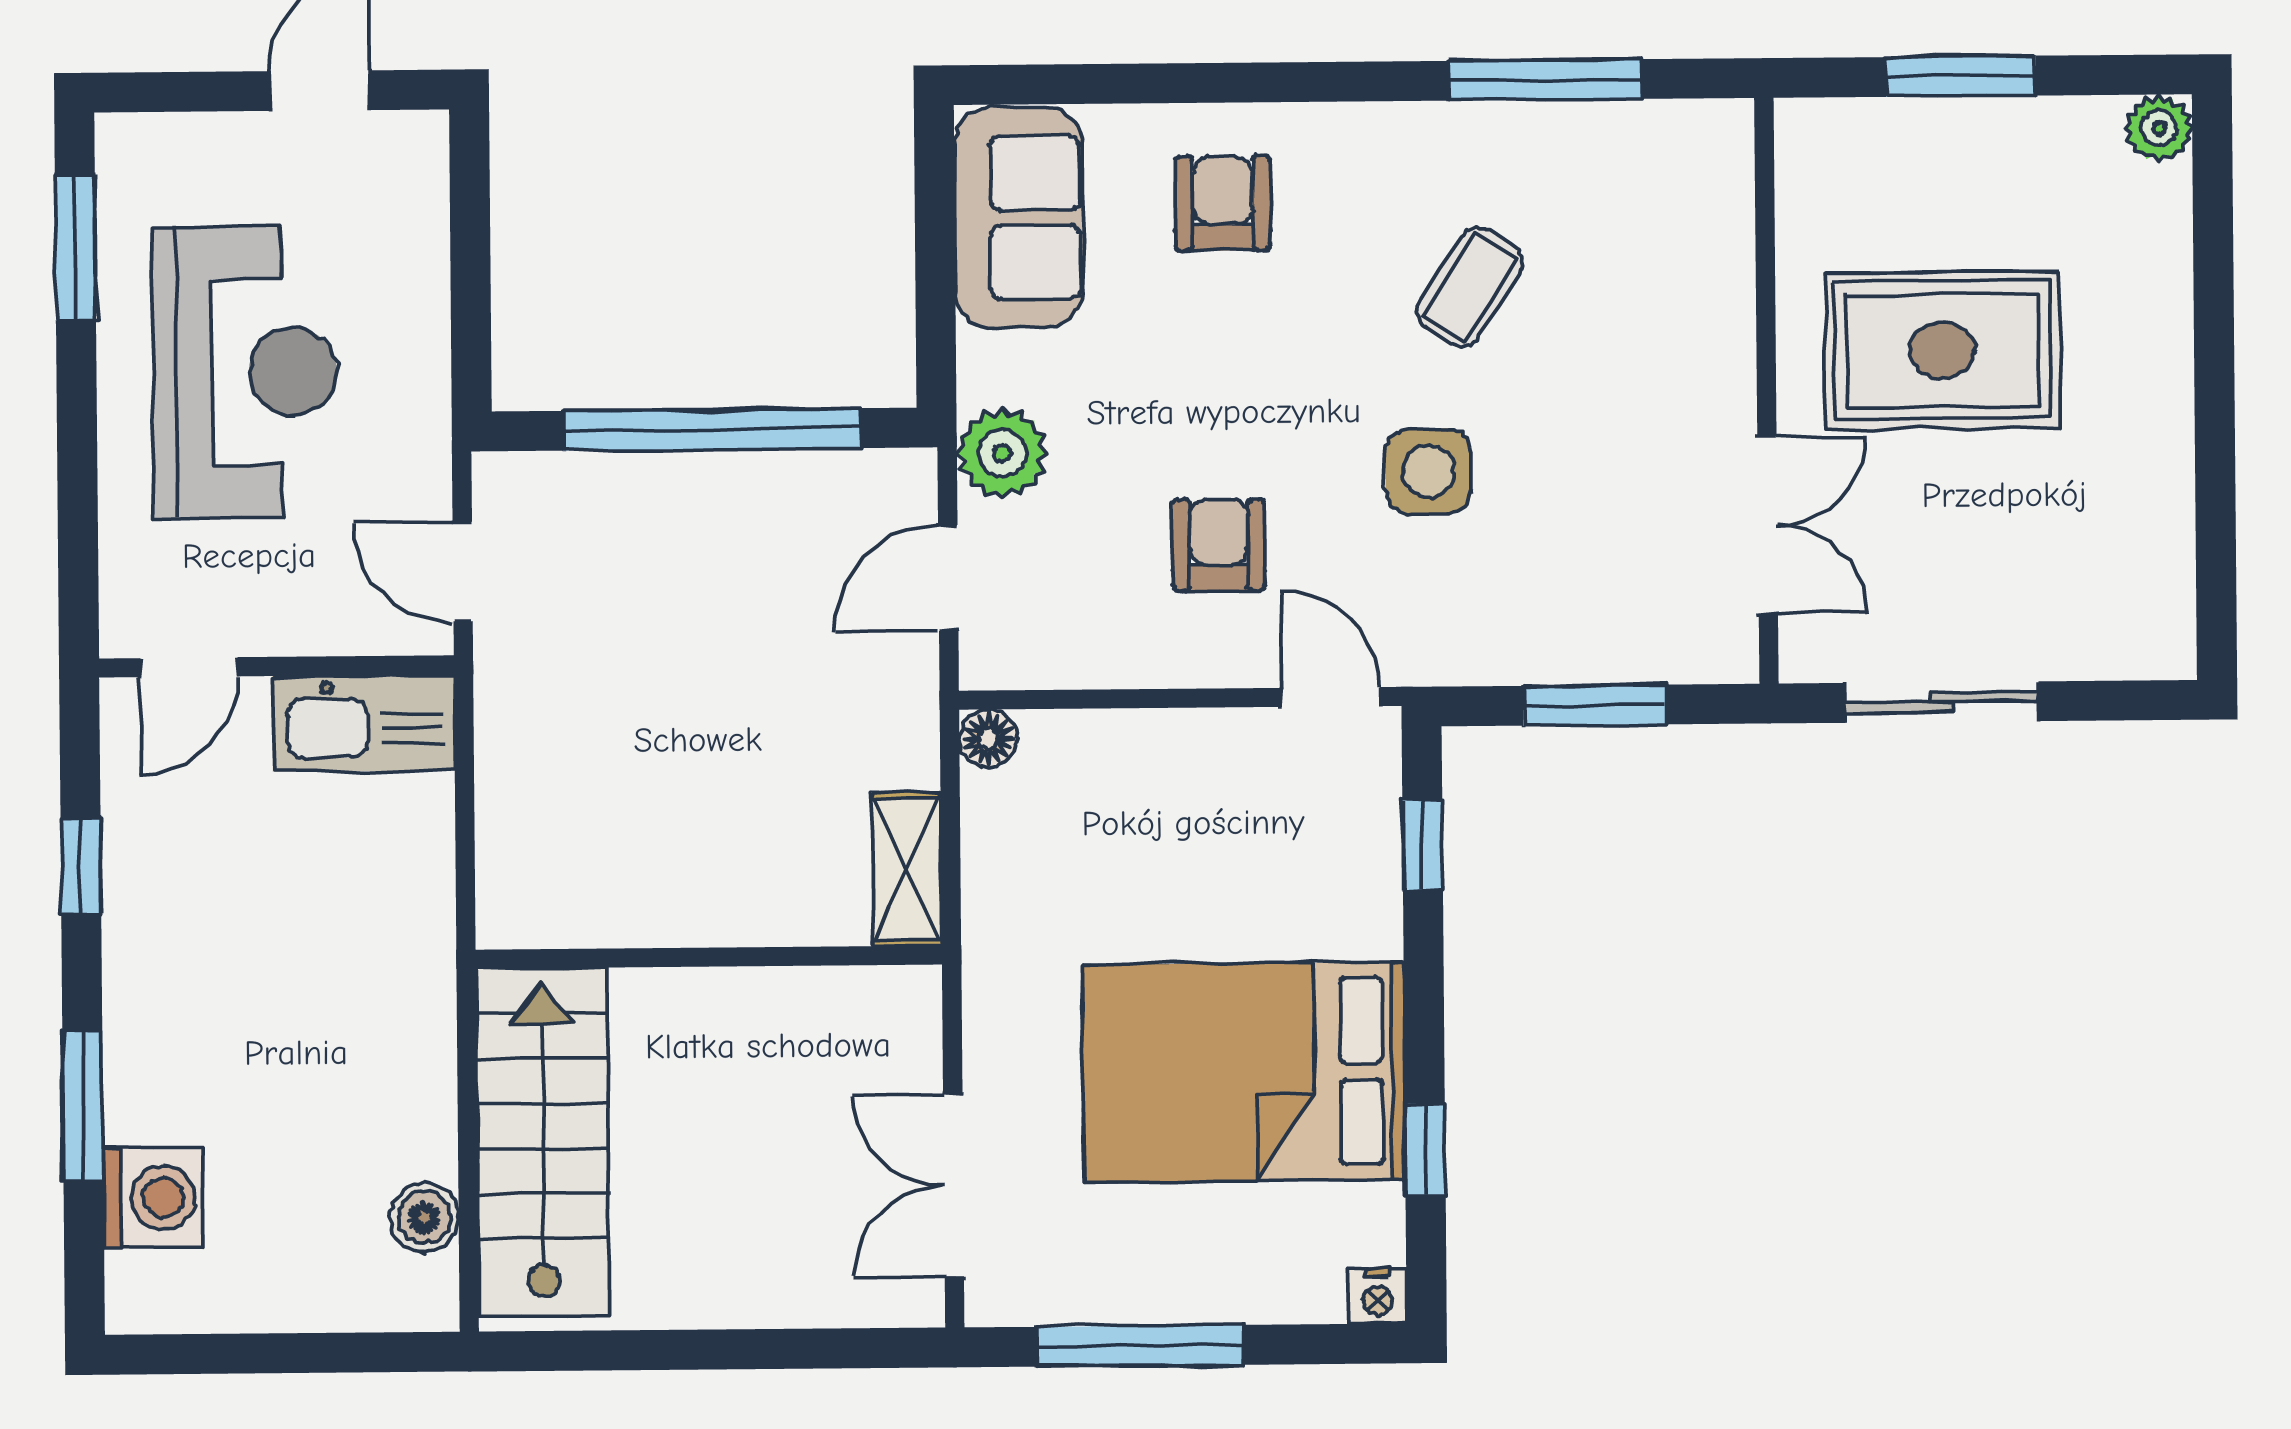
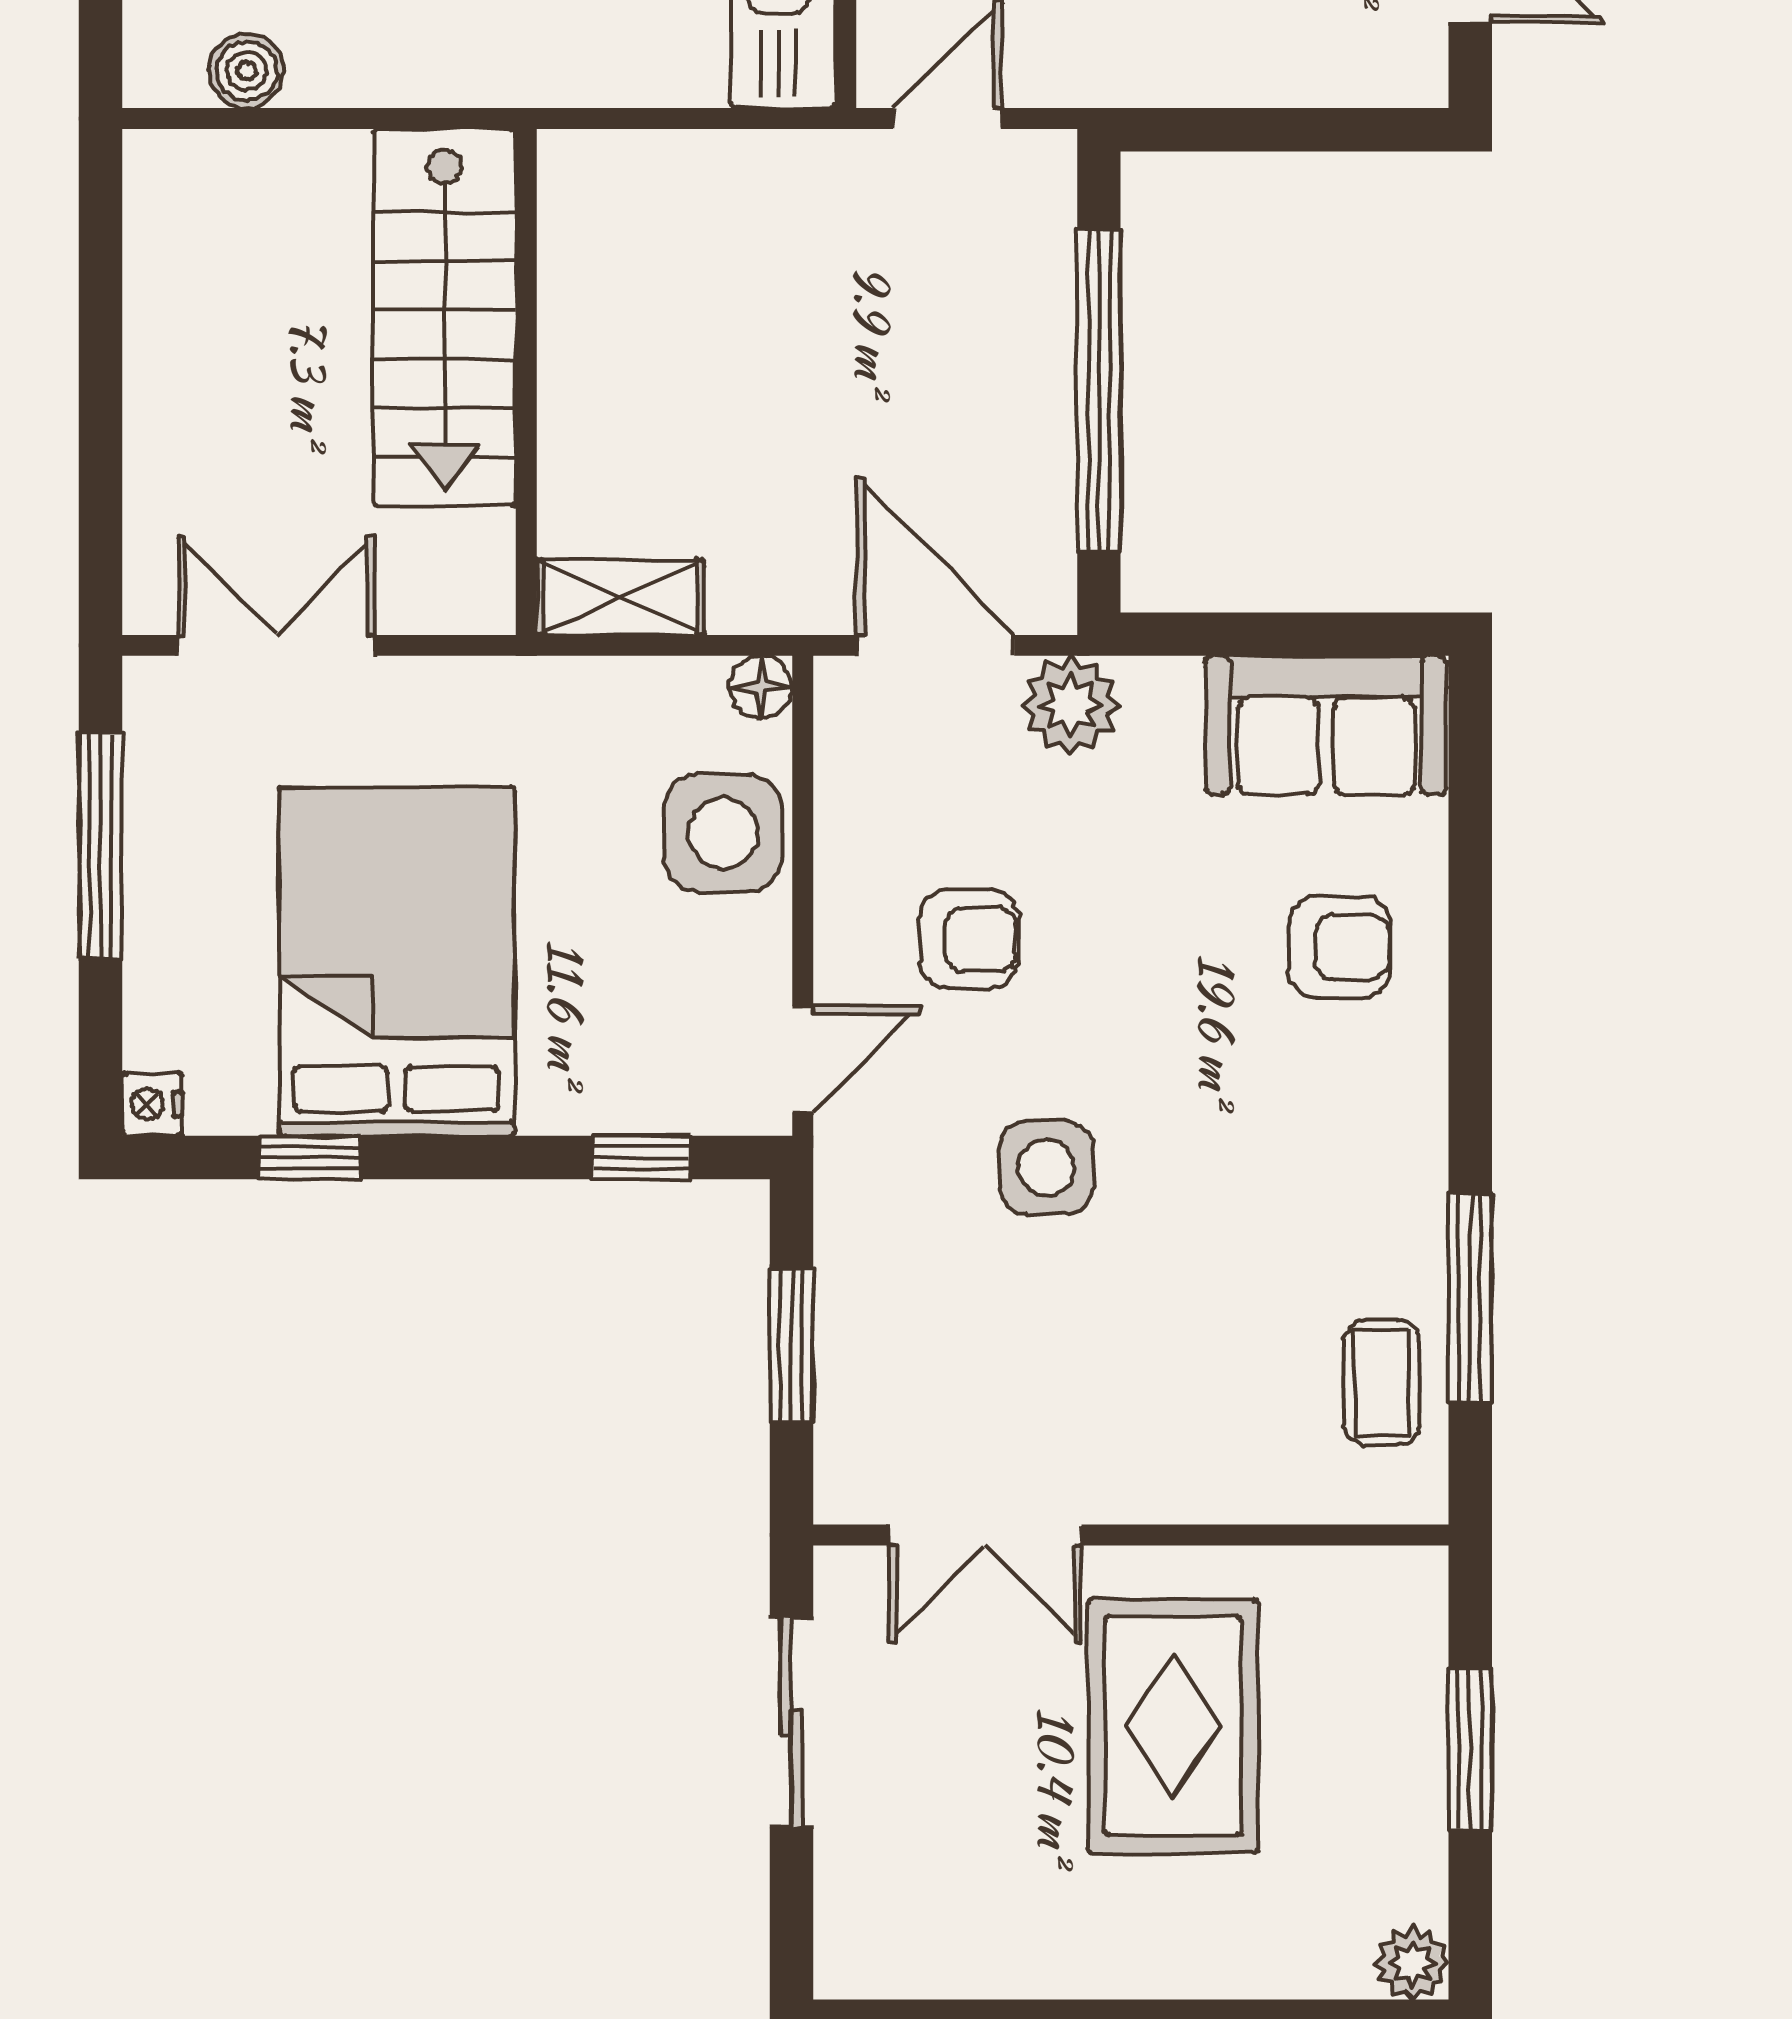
coffee table: (1470, 287) -> (1382, 1383), moved, turned 57
door: (948, 578) -> (936, 645), width x1.38
side table: (1123, 772) -> (723, 833), added
stairs: (543, 1142) -> (445, 317), moved, turned 90

